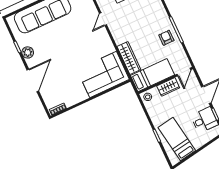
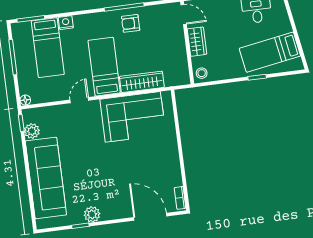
door: (103, 19) -> (79, 100), swing flipped
corner sofa: (103, 74) -> (133, 117), moved, turned -90
bed: (152, 75) -> (104, 67), moved
door: (33, 80) -> (150, 217), moved

